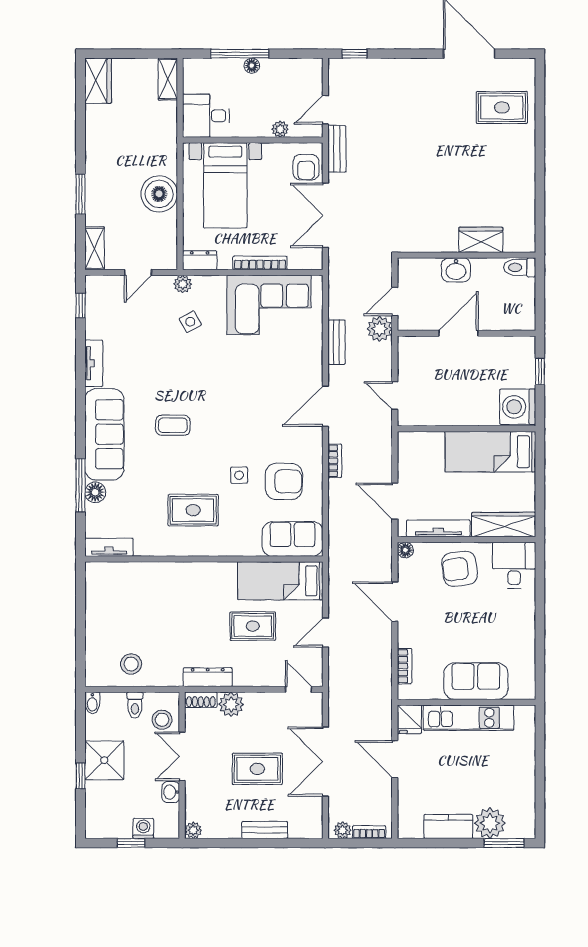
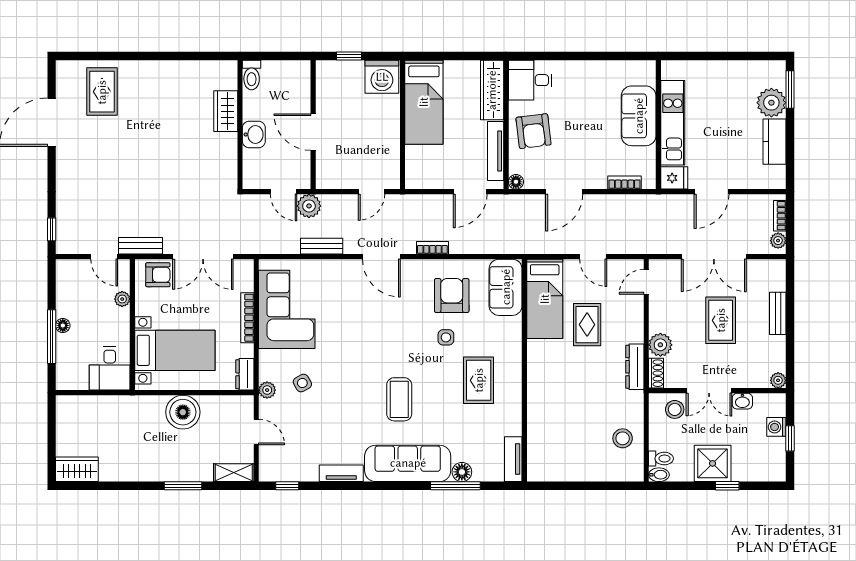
shelving: (168, 79) -> (75, 404), removed
coffee table: (173, 425) -> (399, 399), width x1.36, depth x1.30
toilet: (135, 705) -> (661, 459), moved

